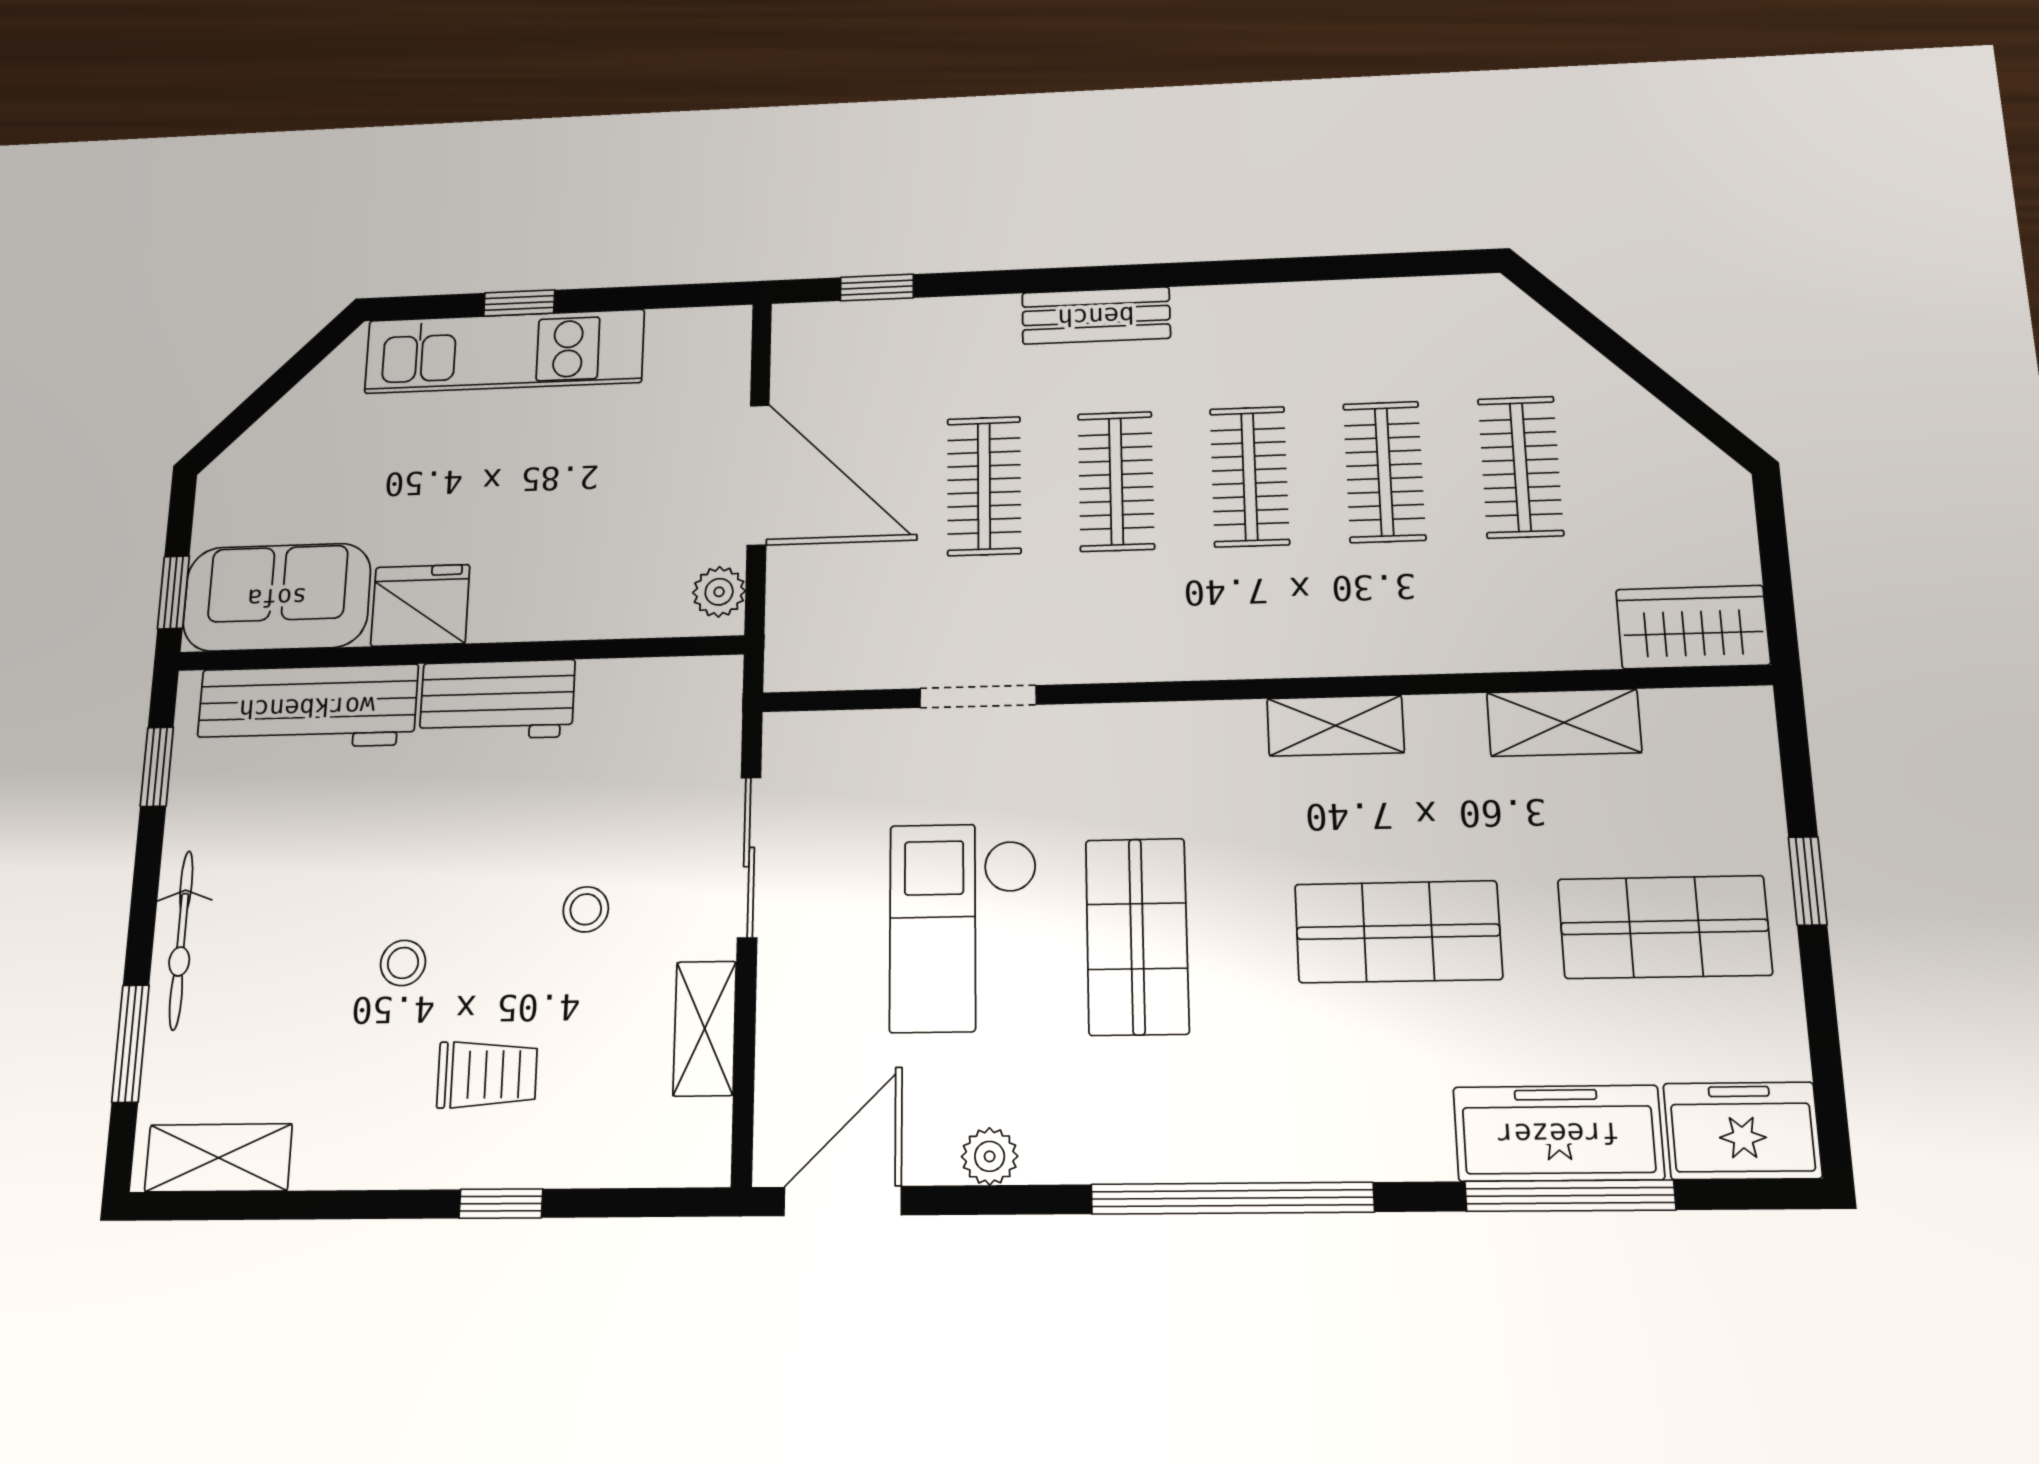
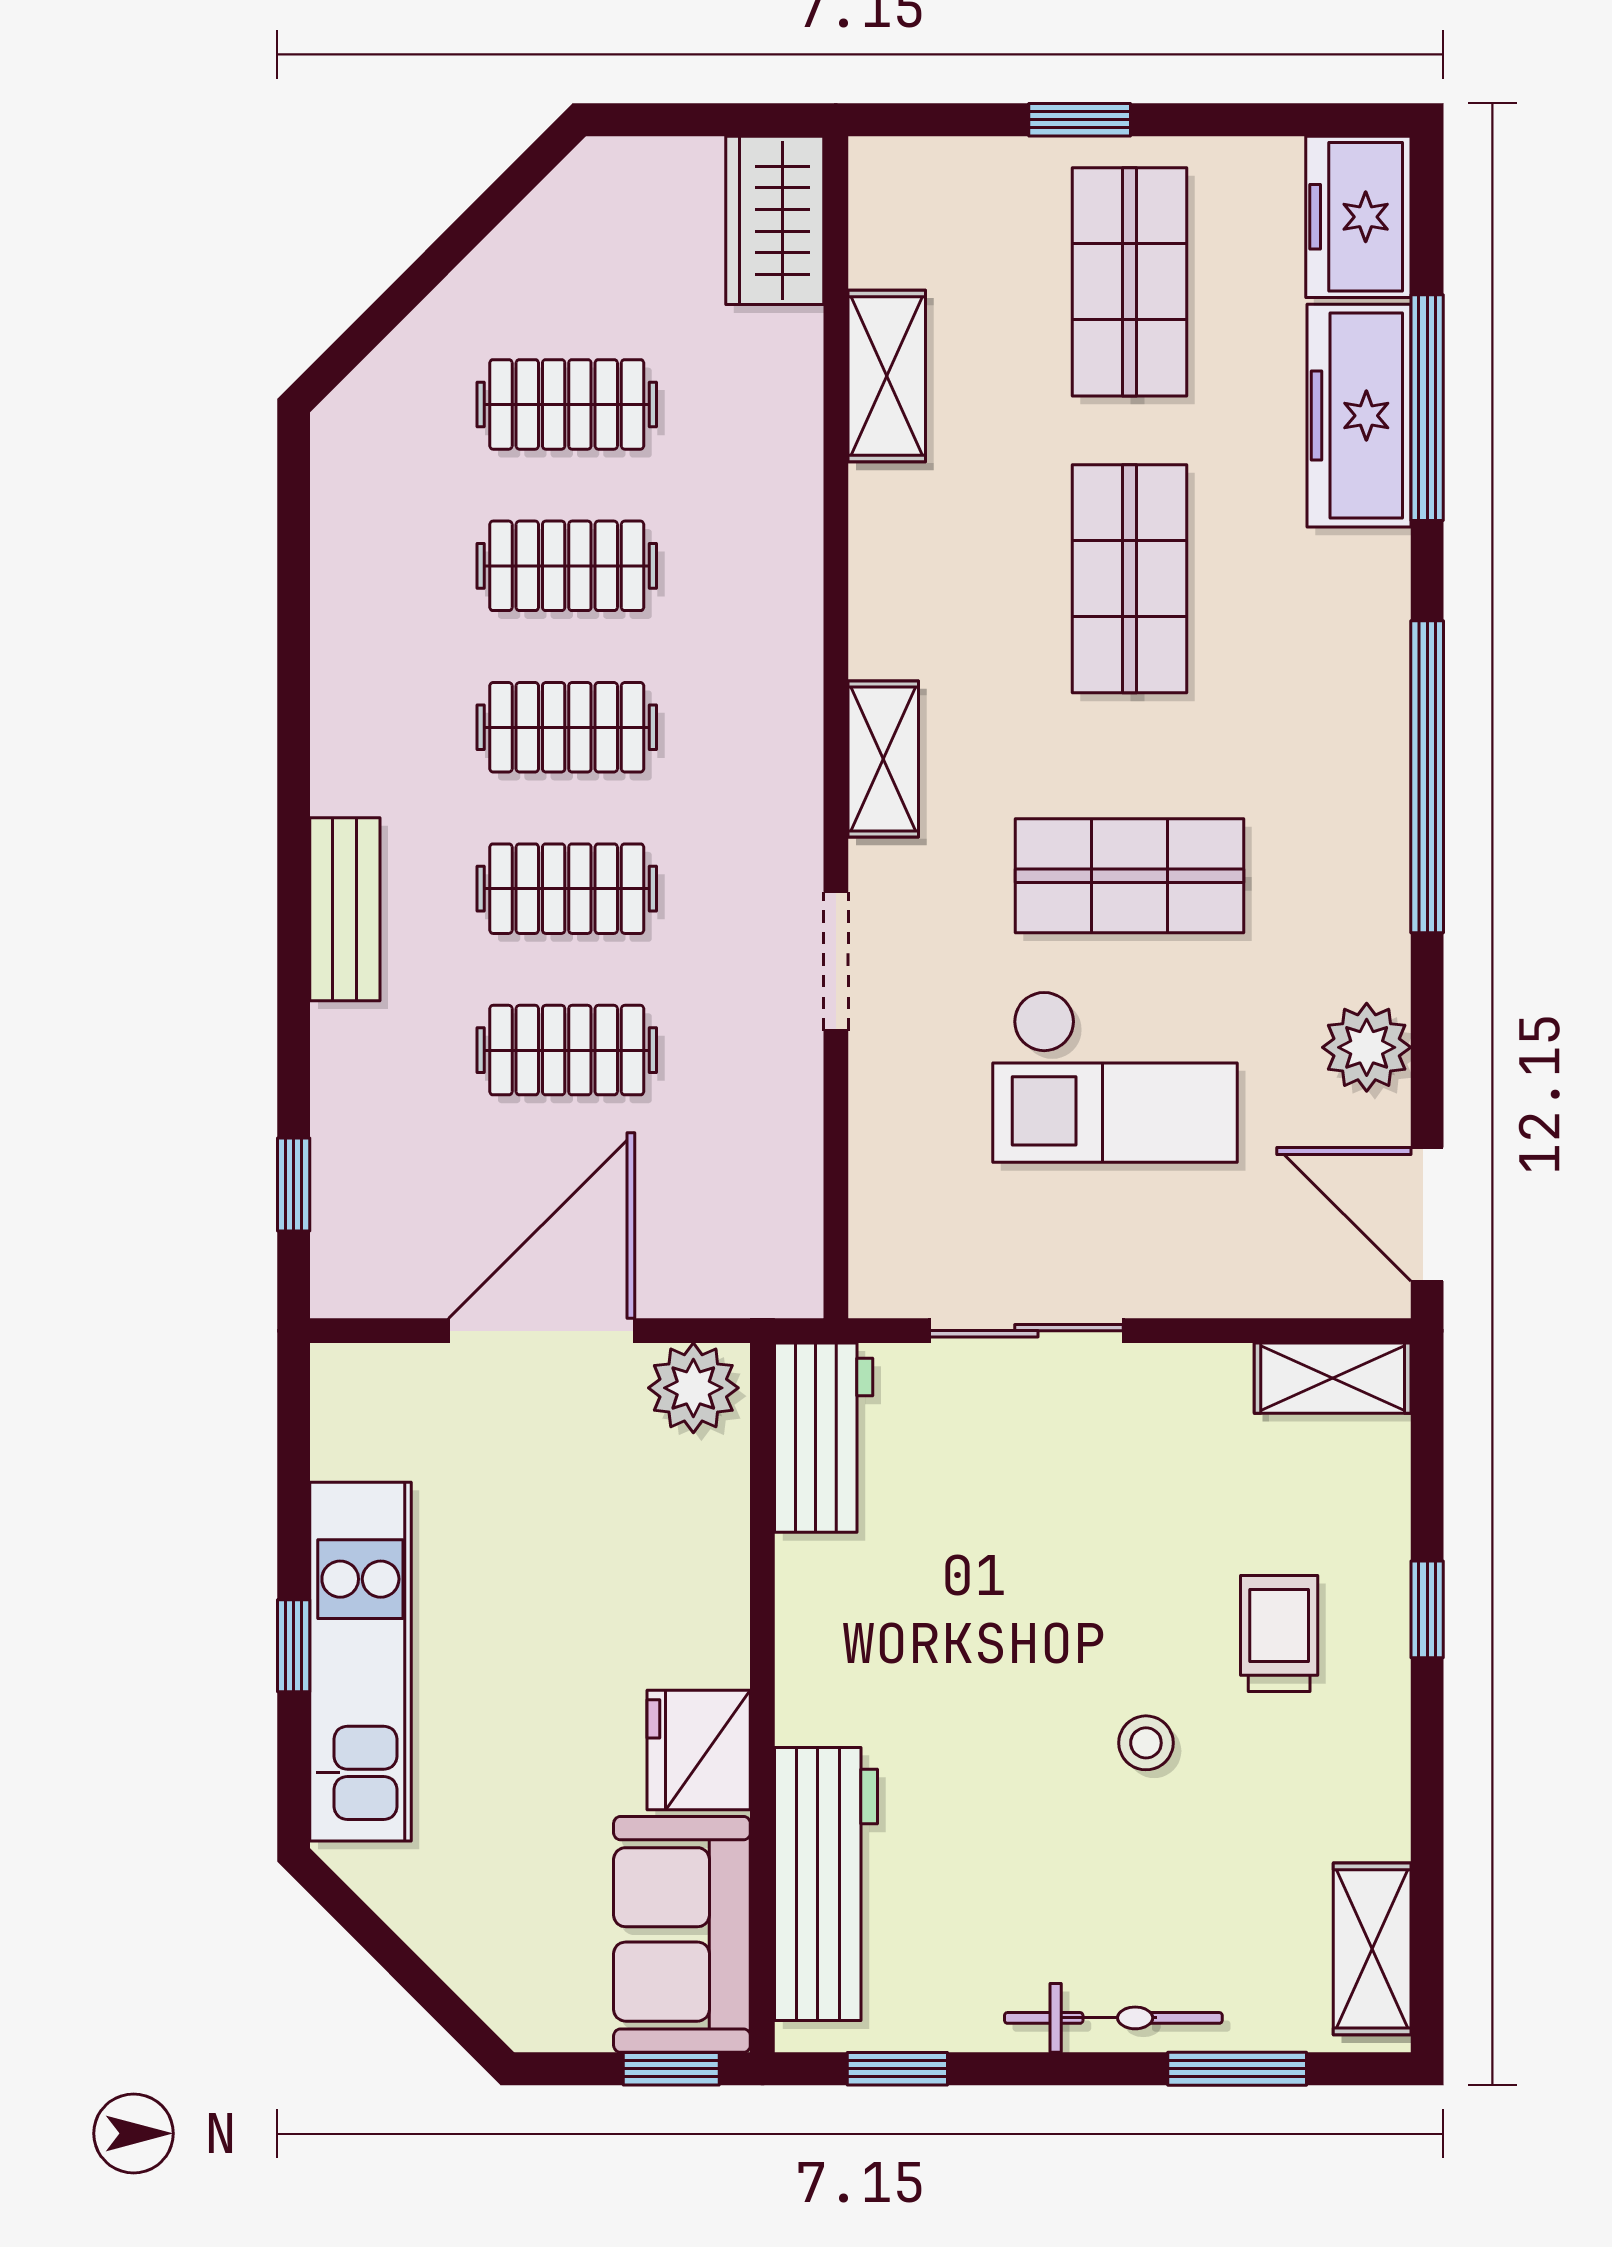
plant: (719, 592) -> (693, 1388), width x1.38, depth x1.38
doorway: (978, 696) -> (836, 961), moved
workbench: (497, 700) -> (824, 1438), moved
shelving: (1335, 726) -> (883, 759), moved
stool: (586, 909) -> (1086, 1525), removed
shelving: (705, 1028) -> (1333, 1378), moved
plant: (990, 1156) -> (1367, 1047), width x1.38, depth x1.38

